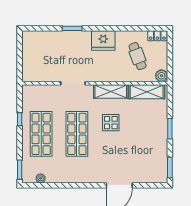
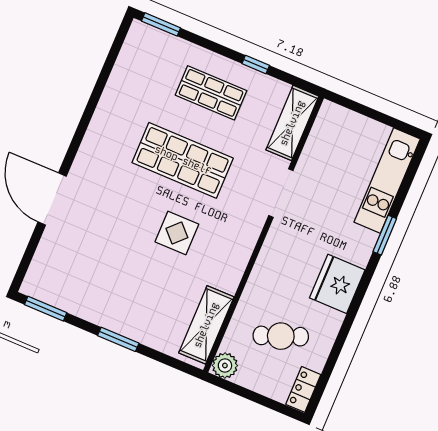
kitchen unit: (47, 38) -> (387, 181), added
shelving: (111, 92) -> (292, 123), moved
shop shelf: (41, 134) -> (211, 93), width x0.70, depth x0.74
plant: (41, 178) -> (128, 57), removed

